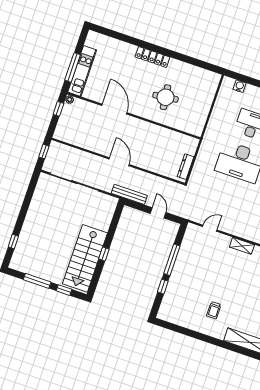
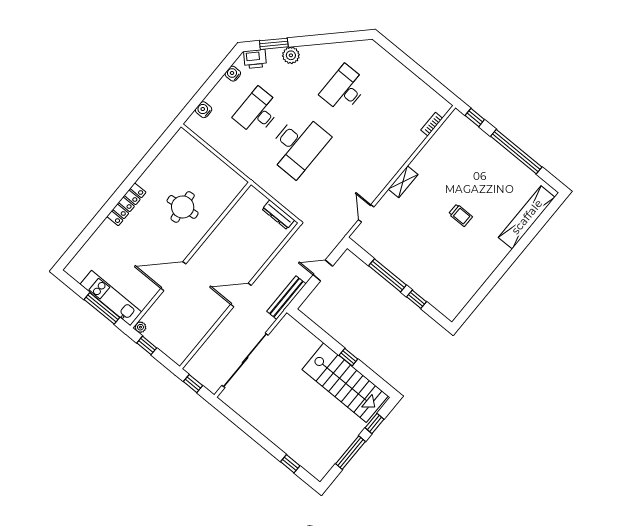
trolley: (214, 310) -> (461, 215), moved

